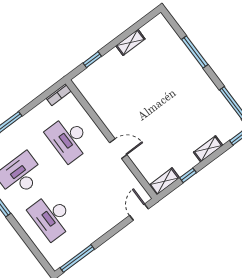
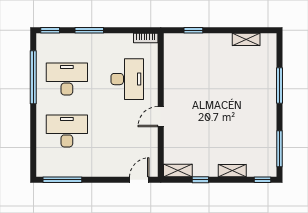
shelving: (130, 42) -> (246, 39), moved
desk: (69, 139) -> (127, 79), turned 180
door: (118, 149) -> (161, 117), swing flipped
desk: (51, 217) -> (67, 131), turned 90

